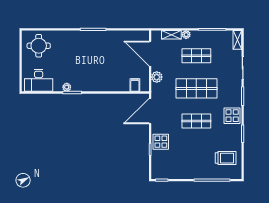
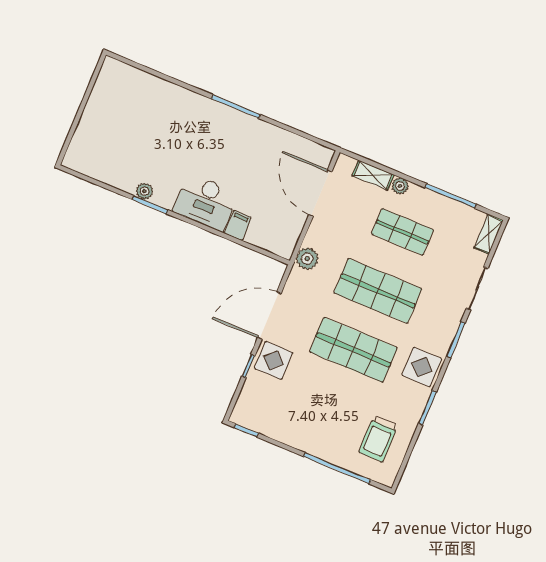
round table: (39, 46) -> (125, 95), removed
plant: (157, 77) -> (307, 259), moved
desk: (39, 80) -> (206, 202), moved
filing cabinet: (135, 85) -> (238, 225), moved
door: (150, 111) -> (269, 316), moved
shop shelf: (196, 121) -> (353, 350), width x1.43, depth x1.36
trolley: (226, 158) -> (378, 439), turned 90

